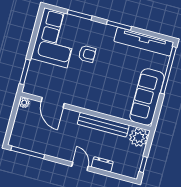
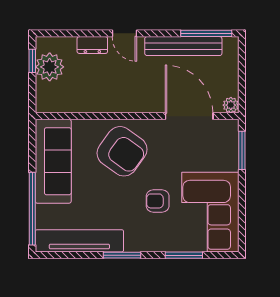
armchair: (101, 92) -> (122, 151), added
door: (53, 103) -> (189, 116), width x1.36
bench: (103, 125) -> (183, 46), moved
plant: (139, 137) -> (50, 67), moved

